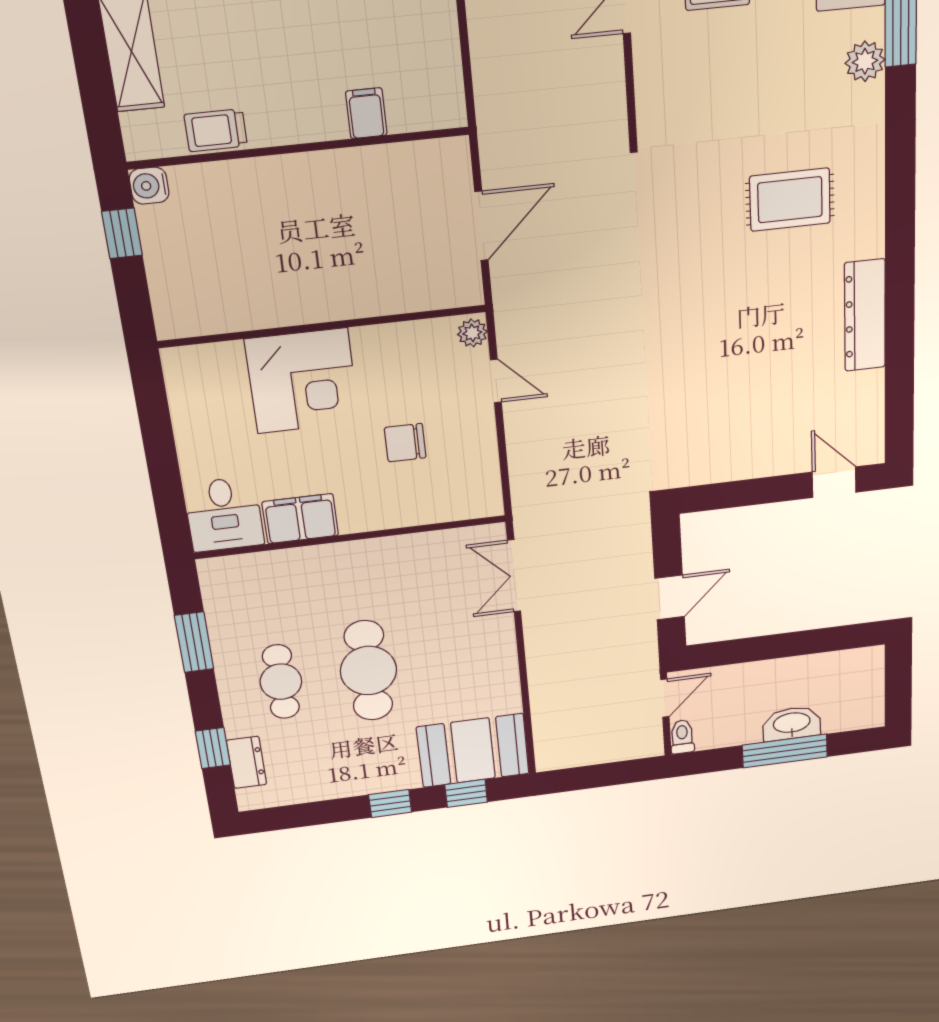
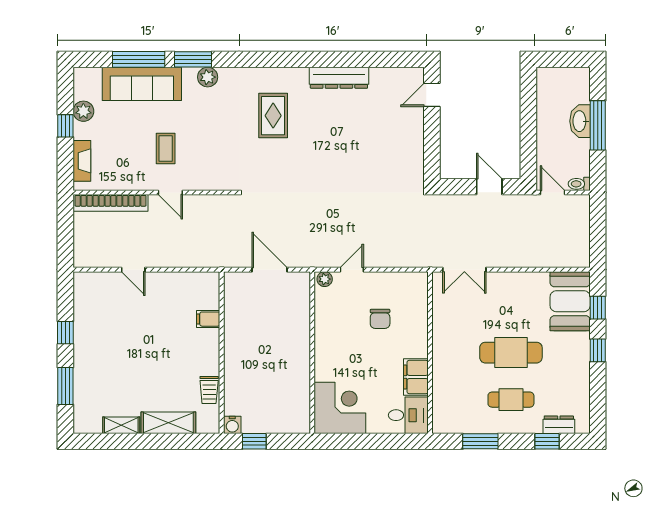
corner desk: (302, 381) -> (340, 408), moved

